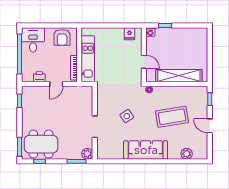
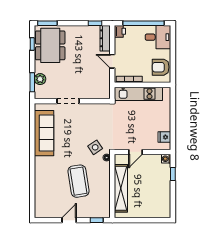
printer: (39, 77) -> (120, 31), moved
dresser: (34, 91) -> (105, 38), added
side table: (127, 116) -> (95, 147), moved
sofa: (146, 150) -> (44, 133), moved
plant: (87, 154) -> (40, 79), moved
plant: (187, 154) -> (40, 196), removed

